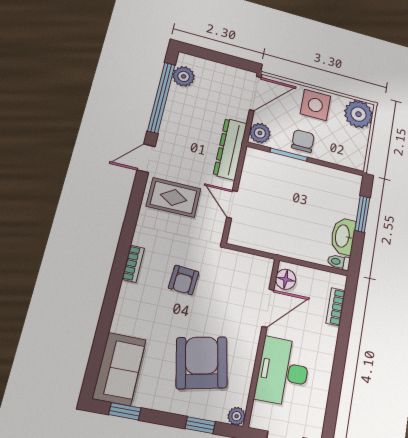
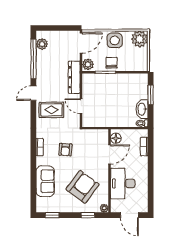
armchair: (202, 363) -> (83, 187), turned 49
sofa: (119, 369) -> (45, 181), moved

